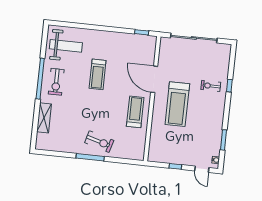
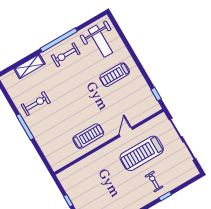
treadmill: (98, 74) -> (115, 75), moved
door: (154, 79) -> (126, 132), width x0.53
treadmill: (177, 104) -> (142, 153), moved
exercise bike: (99, 142) -> (36, 104), moved, turned -106

